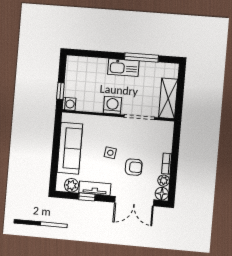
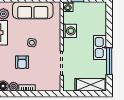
shelving: (168, 98) -> (91, 85), moved
washing machine: (112, 105) -> (70, 31), moved

